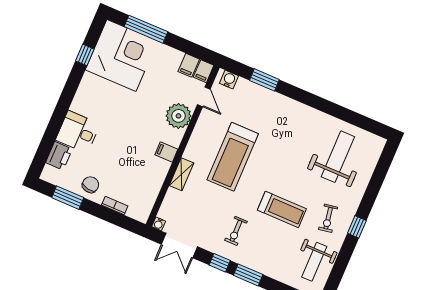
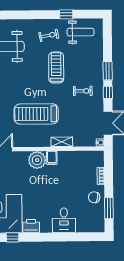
plant: (178, 116) -> (37, 160), moved
printer: (59, 156) -> (31, 226), moved
treadmill: (233, 157) -> (36, 114), turned 180
window: (357, 227) -> (66, 14), moved

